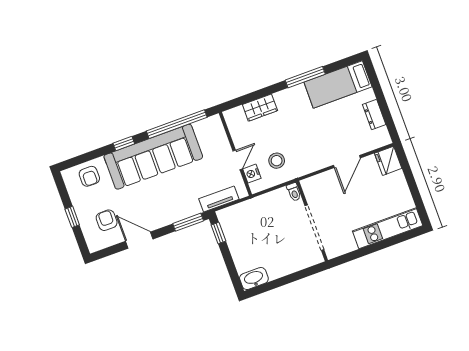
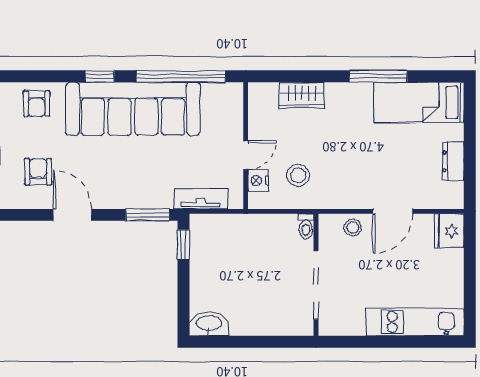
stool: (325, 182) -> (353, 228), added

